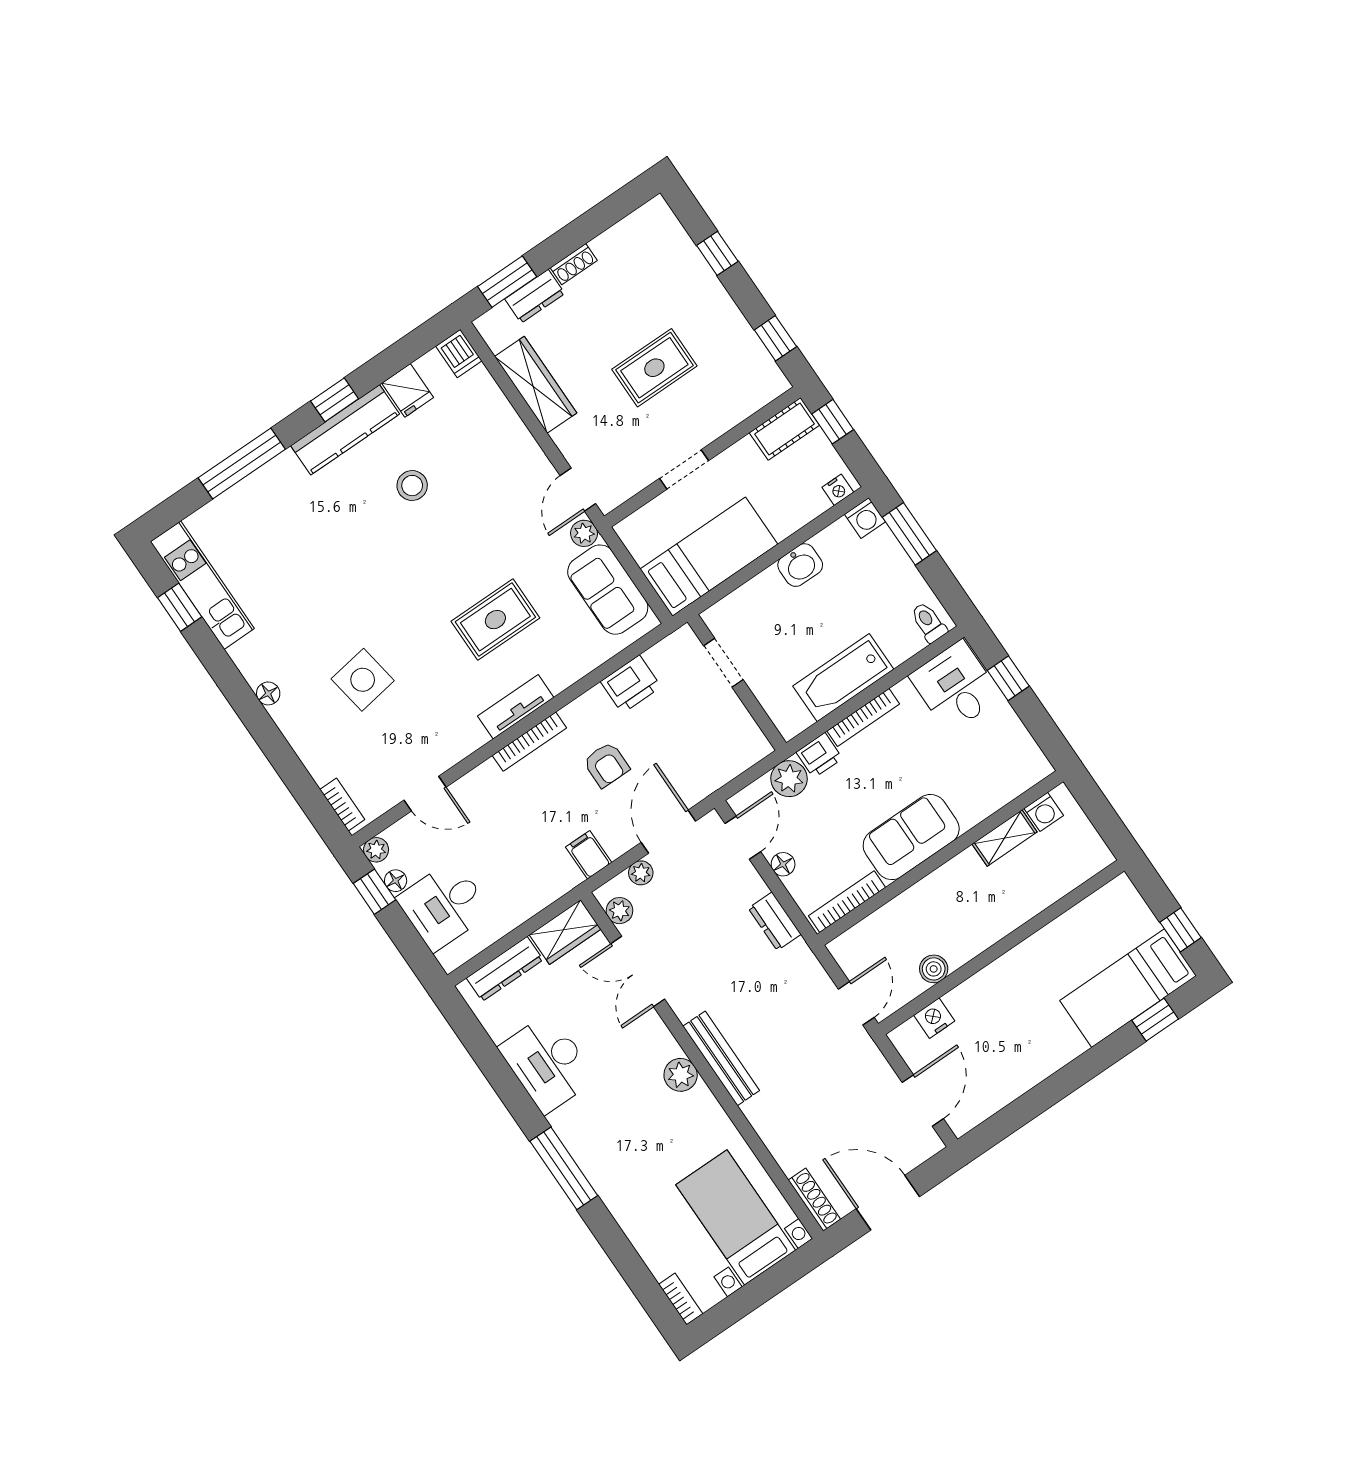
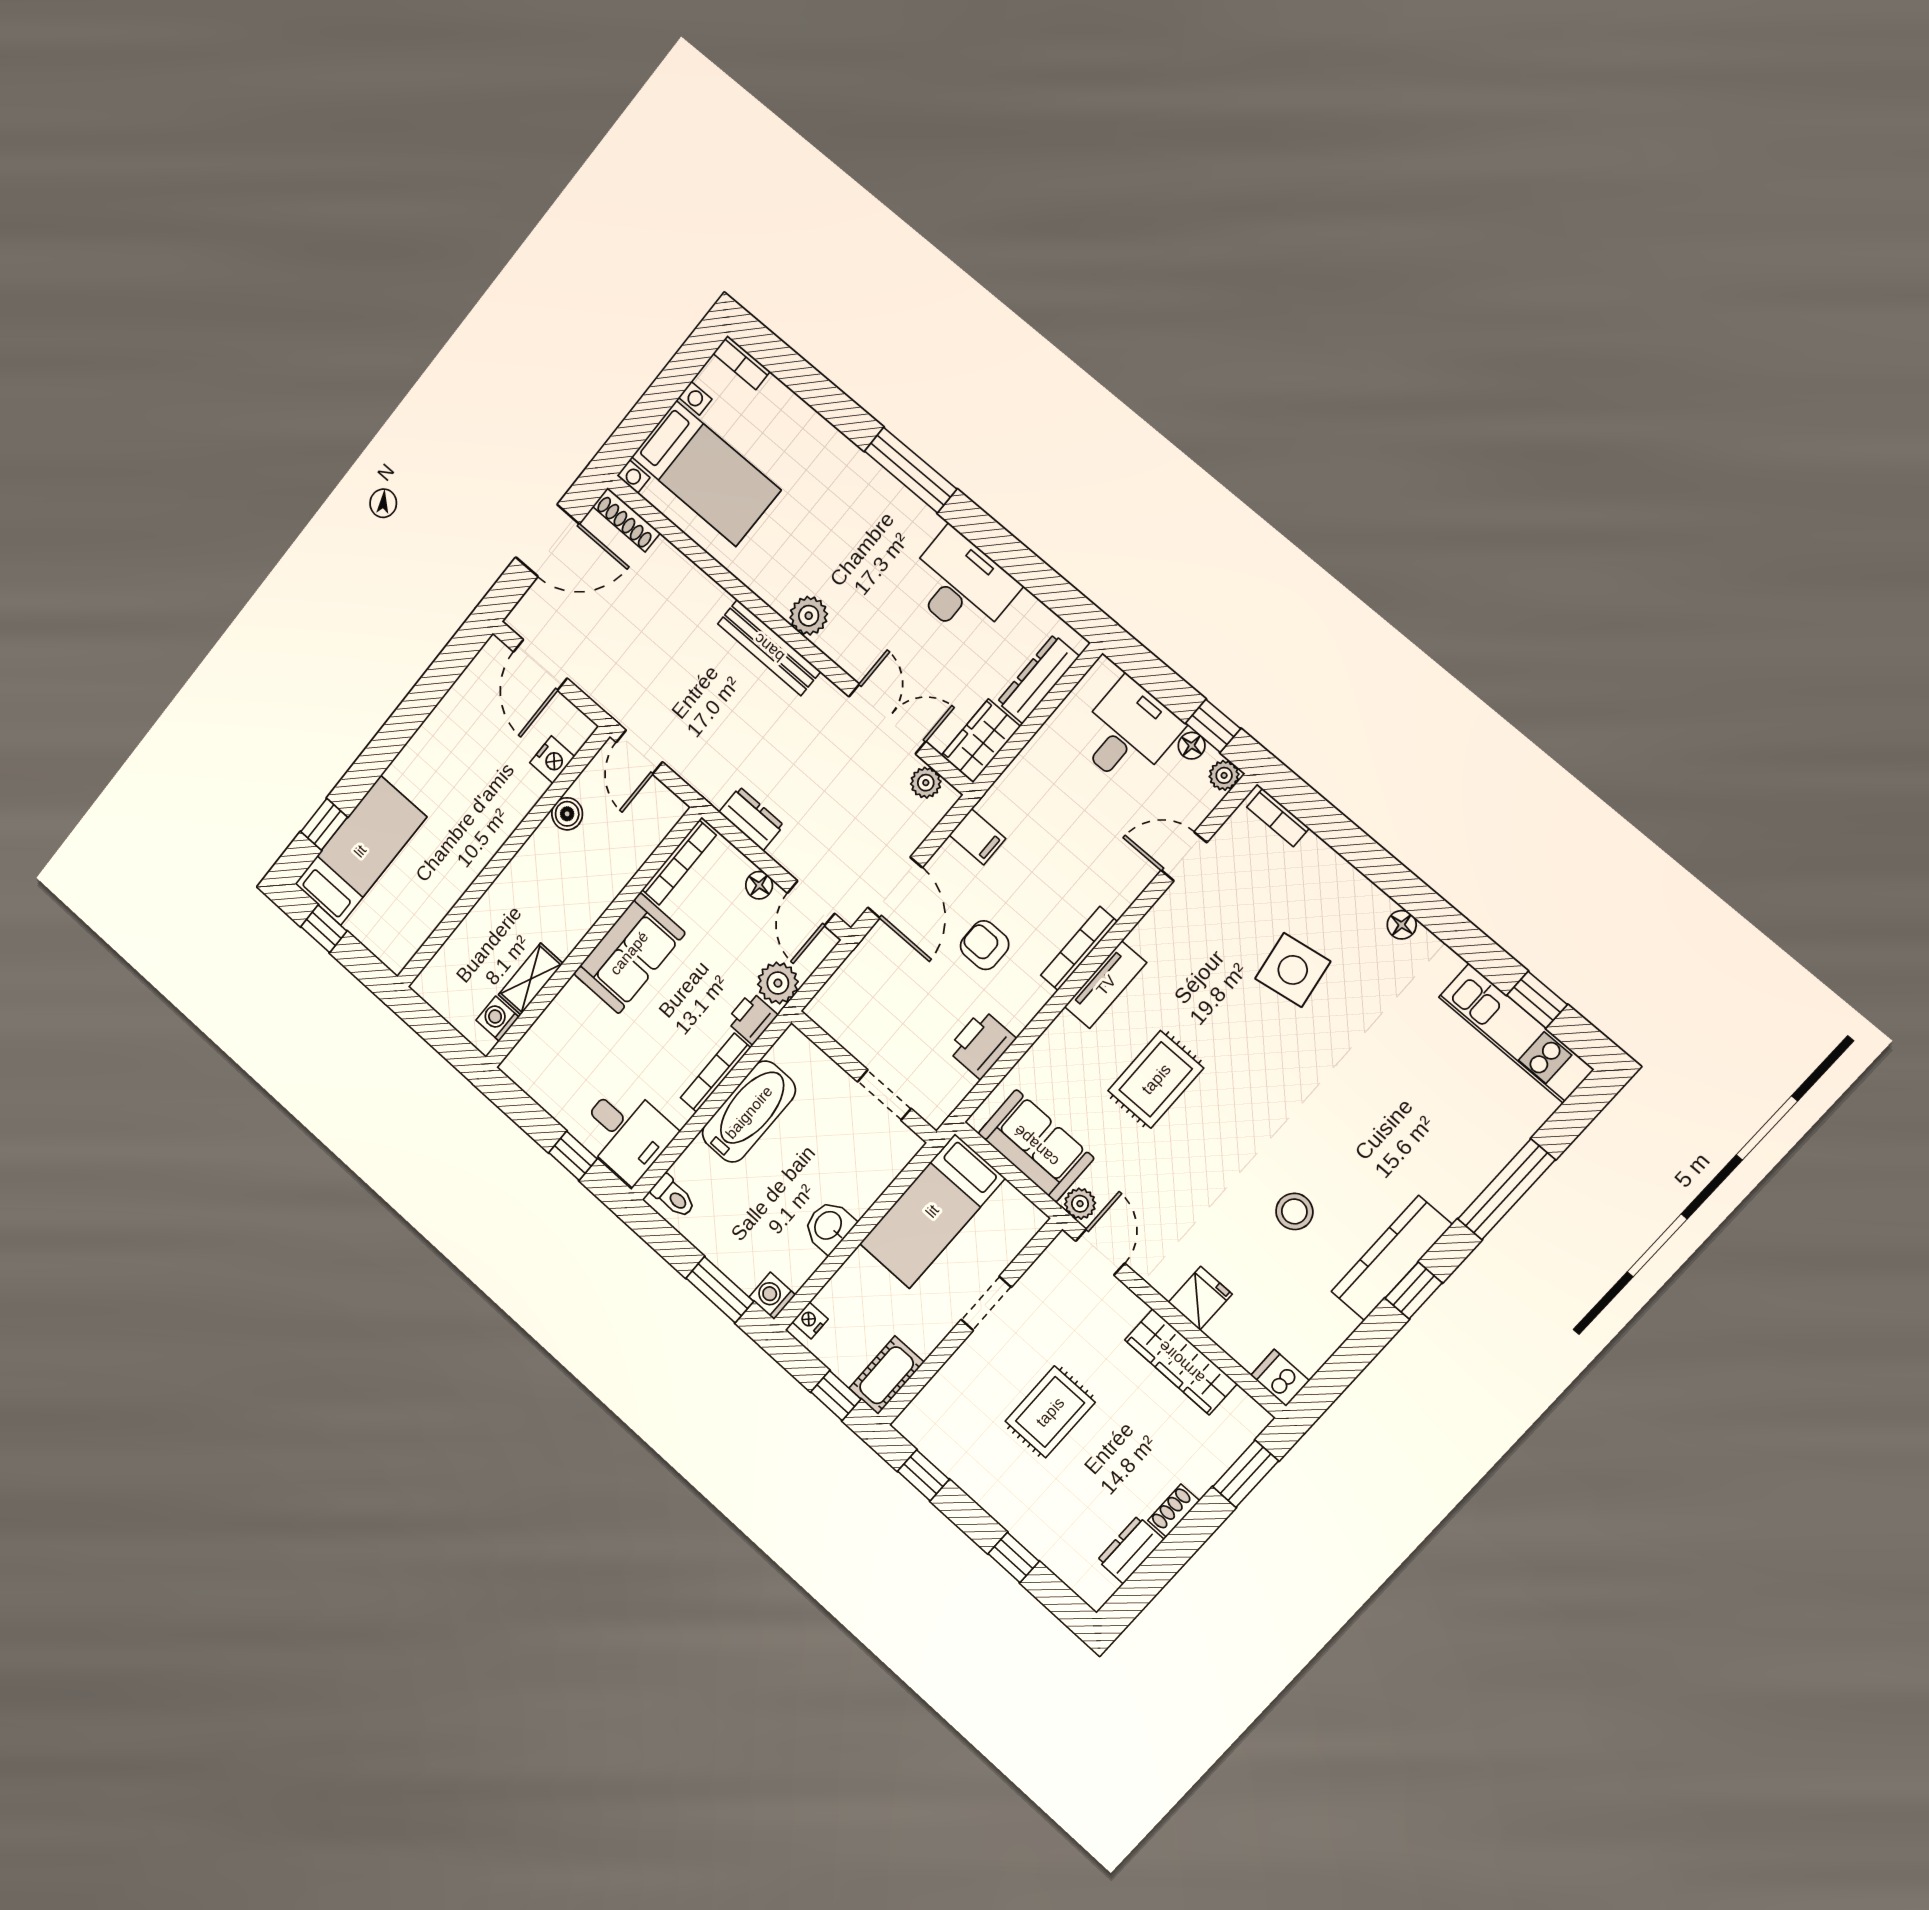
dresser: (535, 296) -> (1130, 1550), moved
fridge: (408, 390) -> (1200, 1298), moved, turned 90
plant: (641, 873) -> (913, 832), removed

